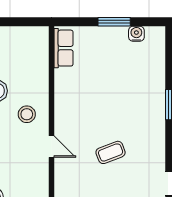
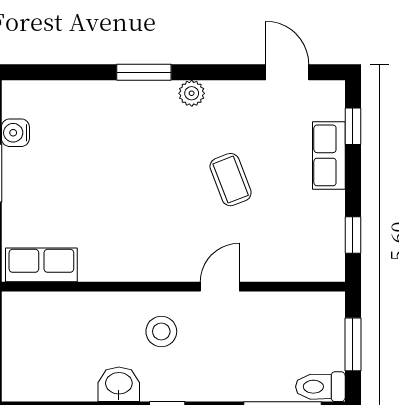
plant: (158, 131) -> (192, 93), added

